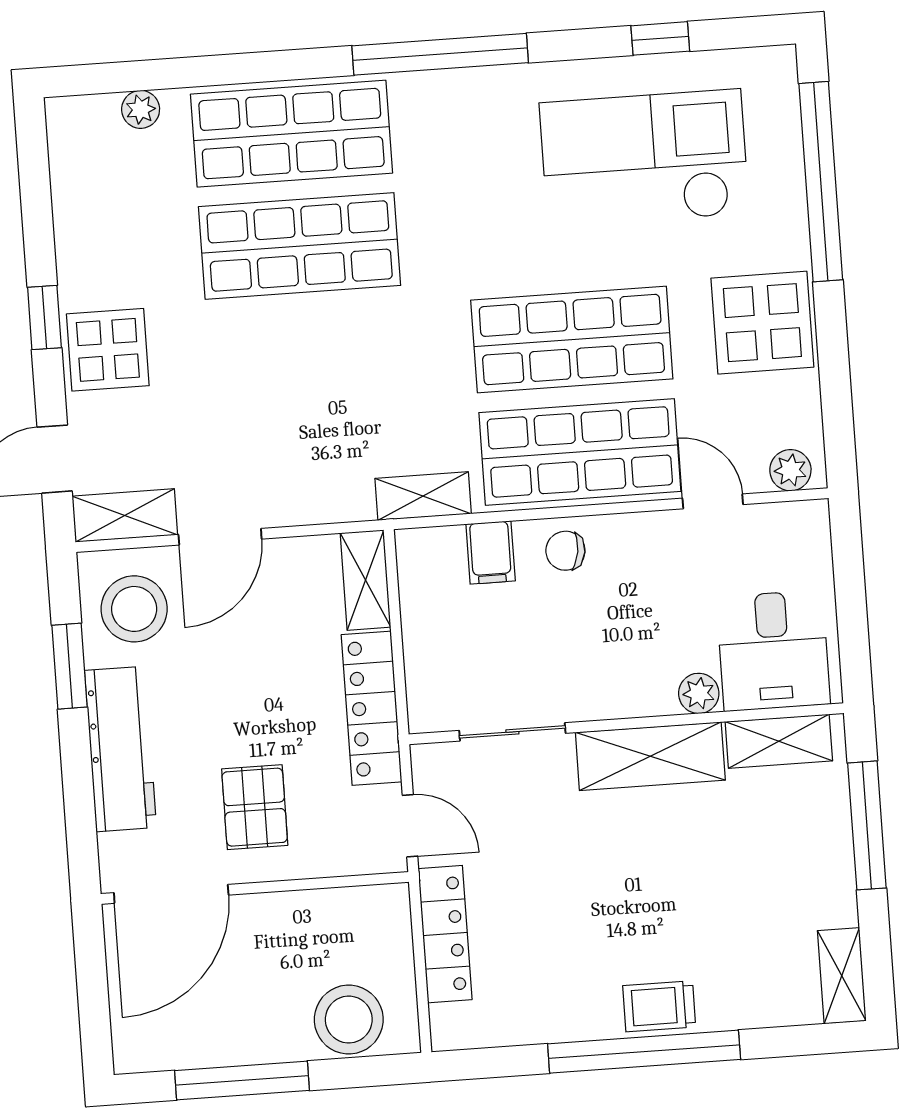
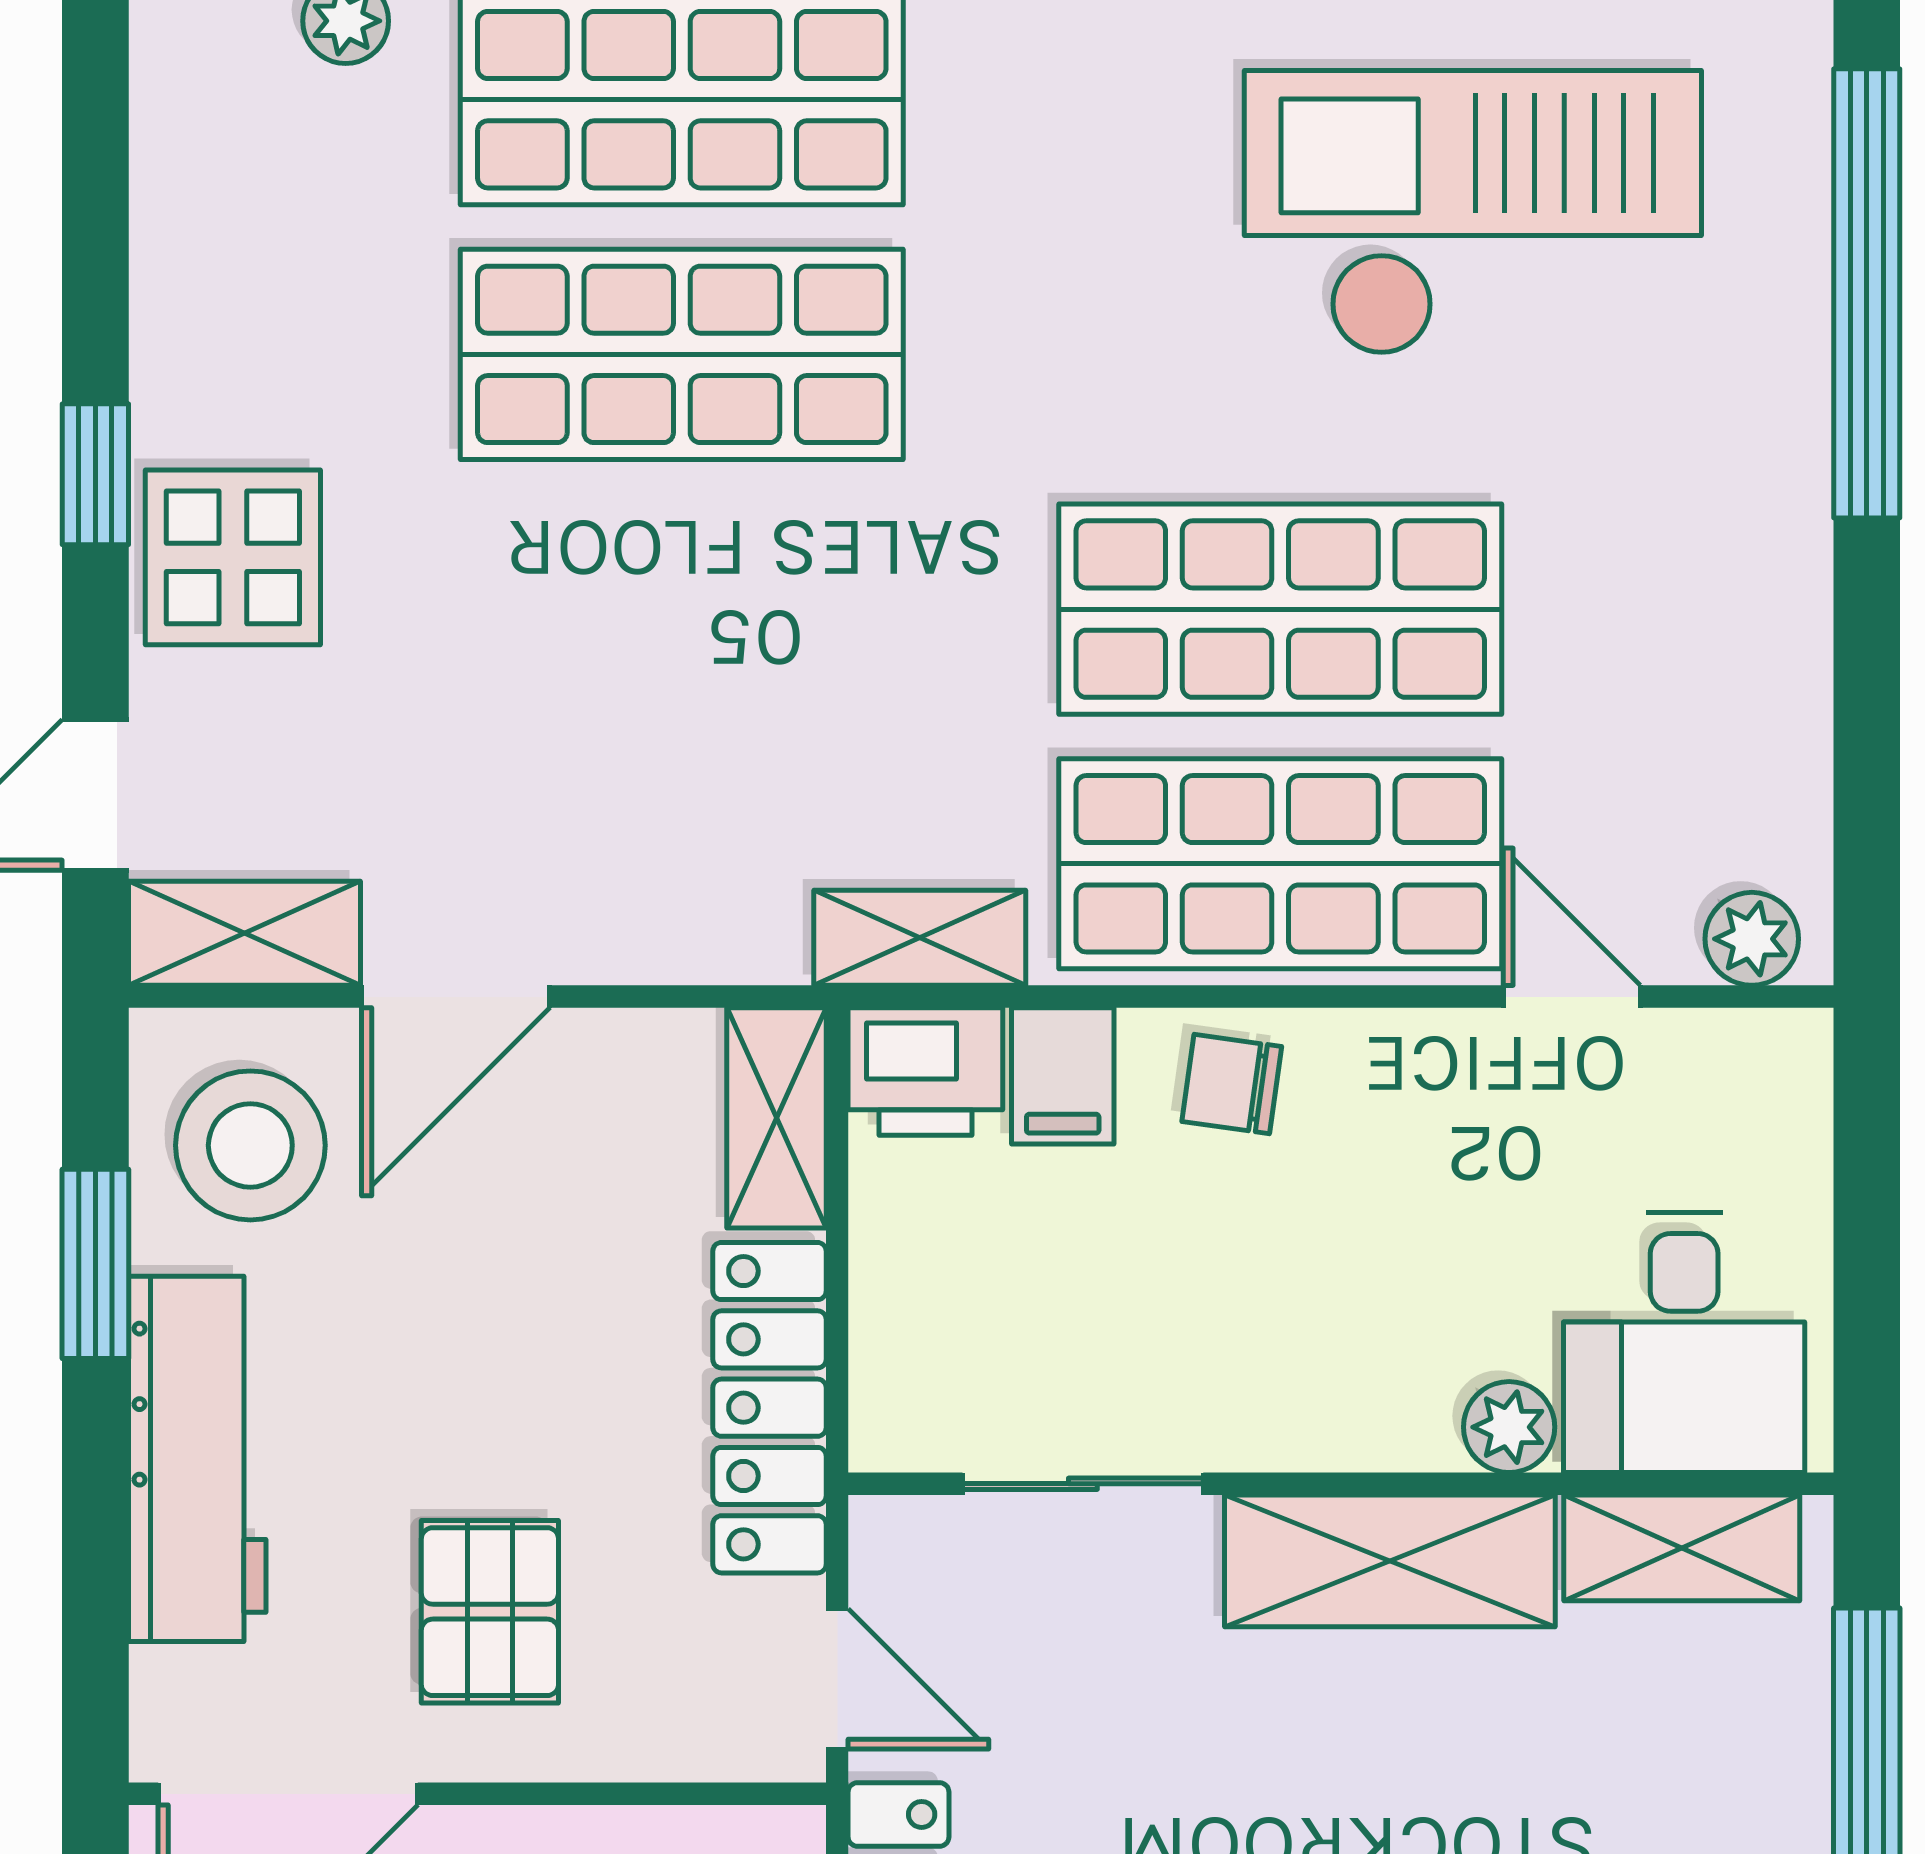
display table: (762, 323) -> (1712, 602), removed
printer: (430, 555) -> (925, 1071), added

